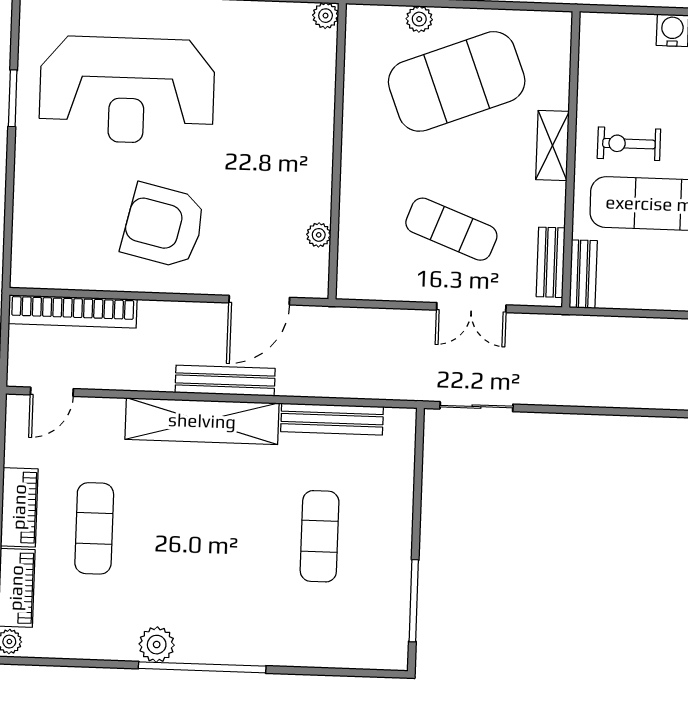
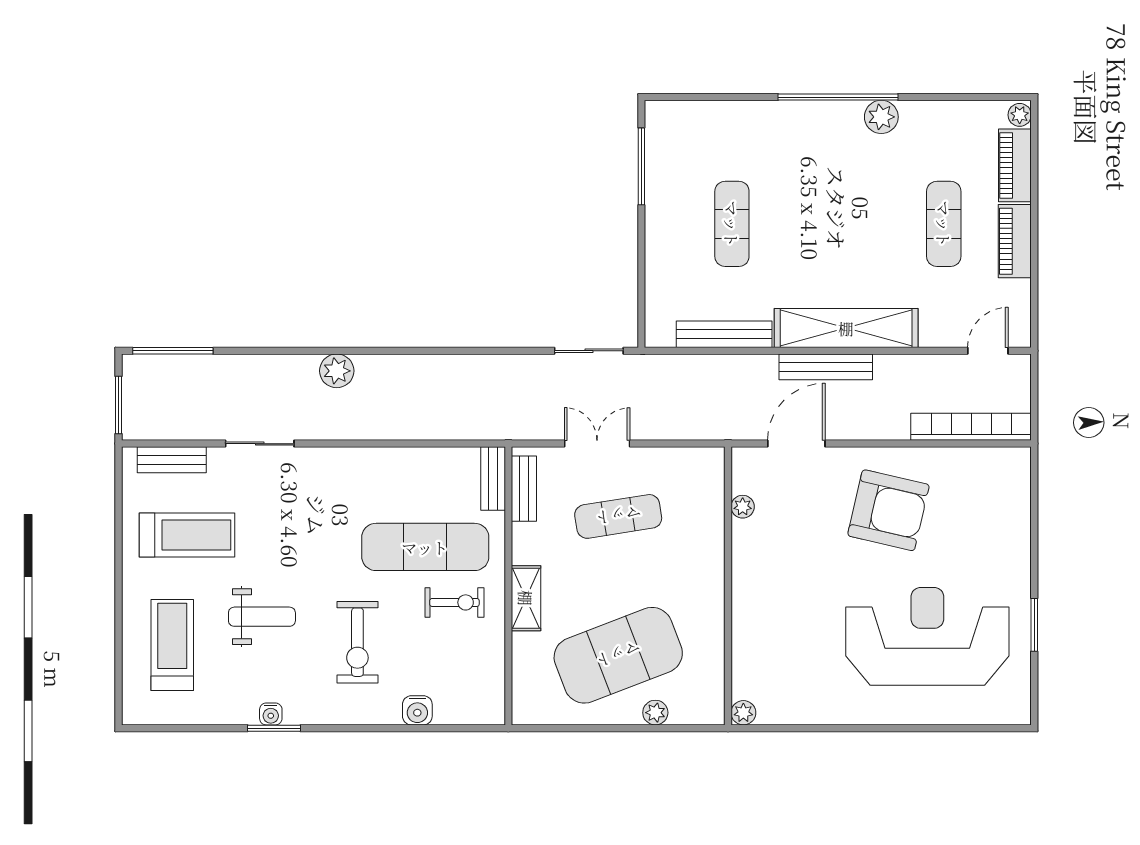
exercise mat: (451, 229) -> (618, 516), turned -30

